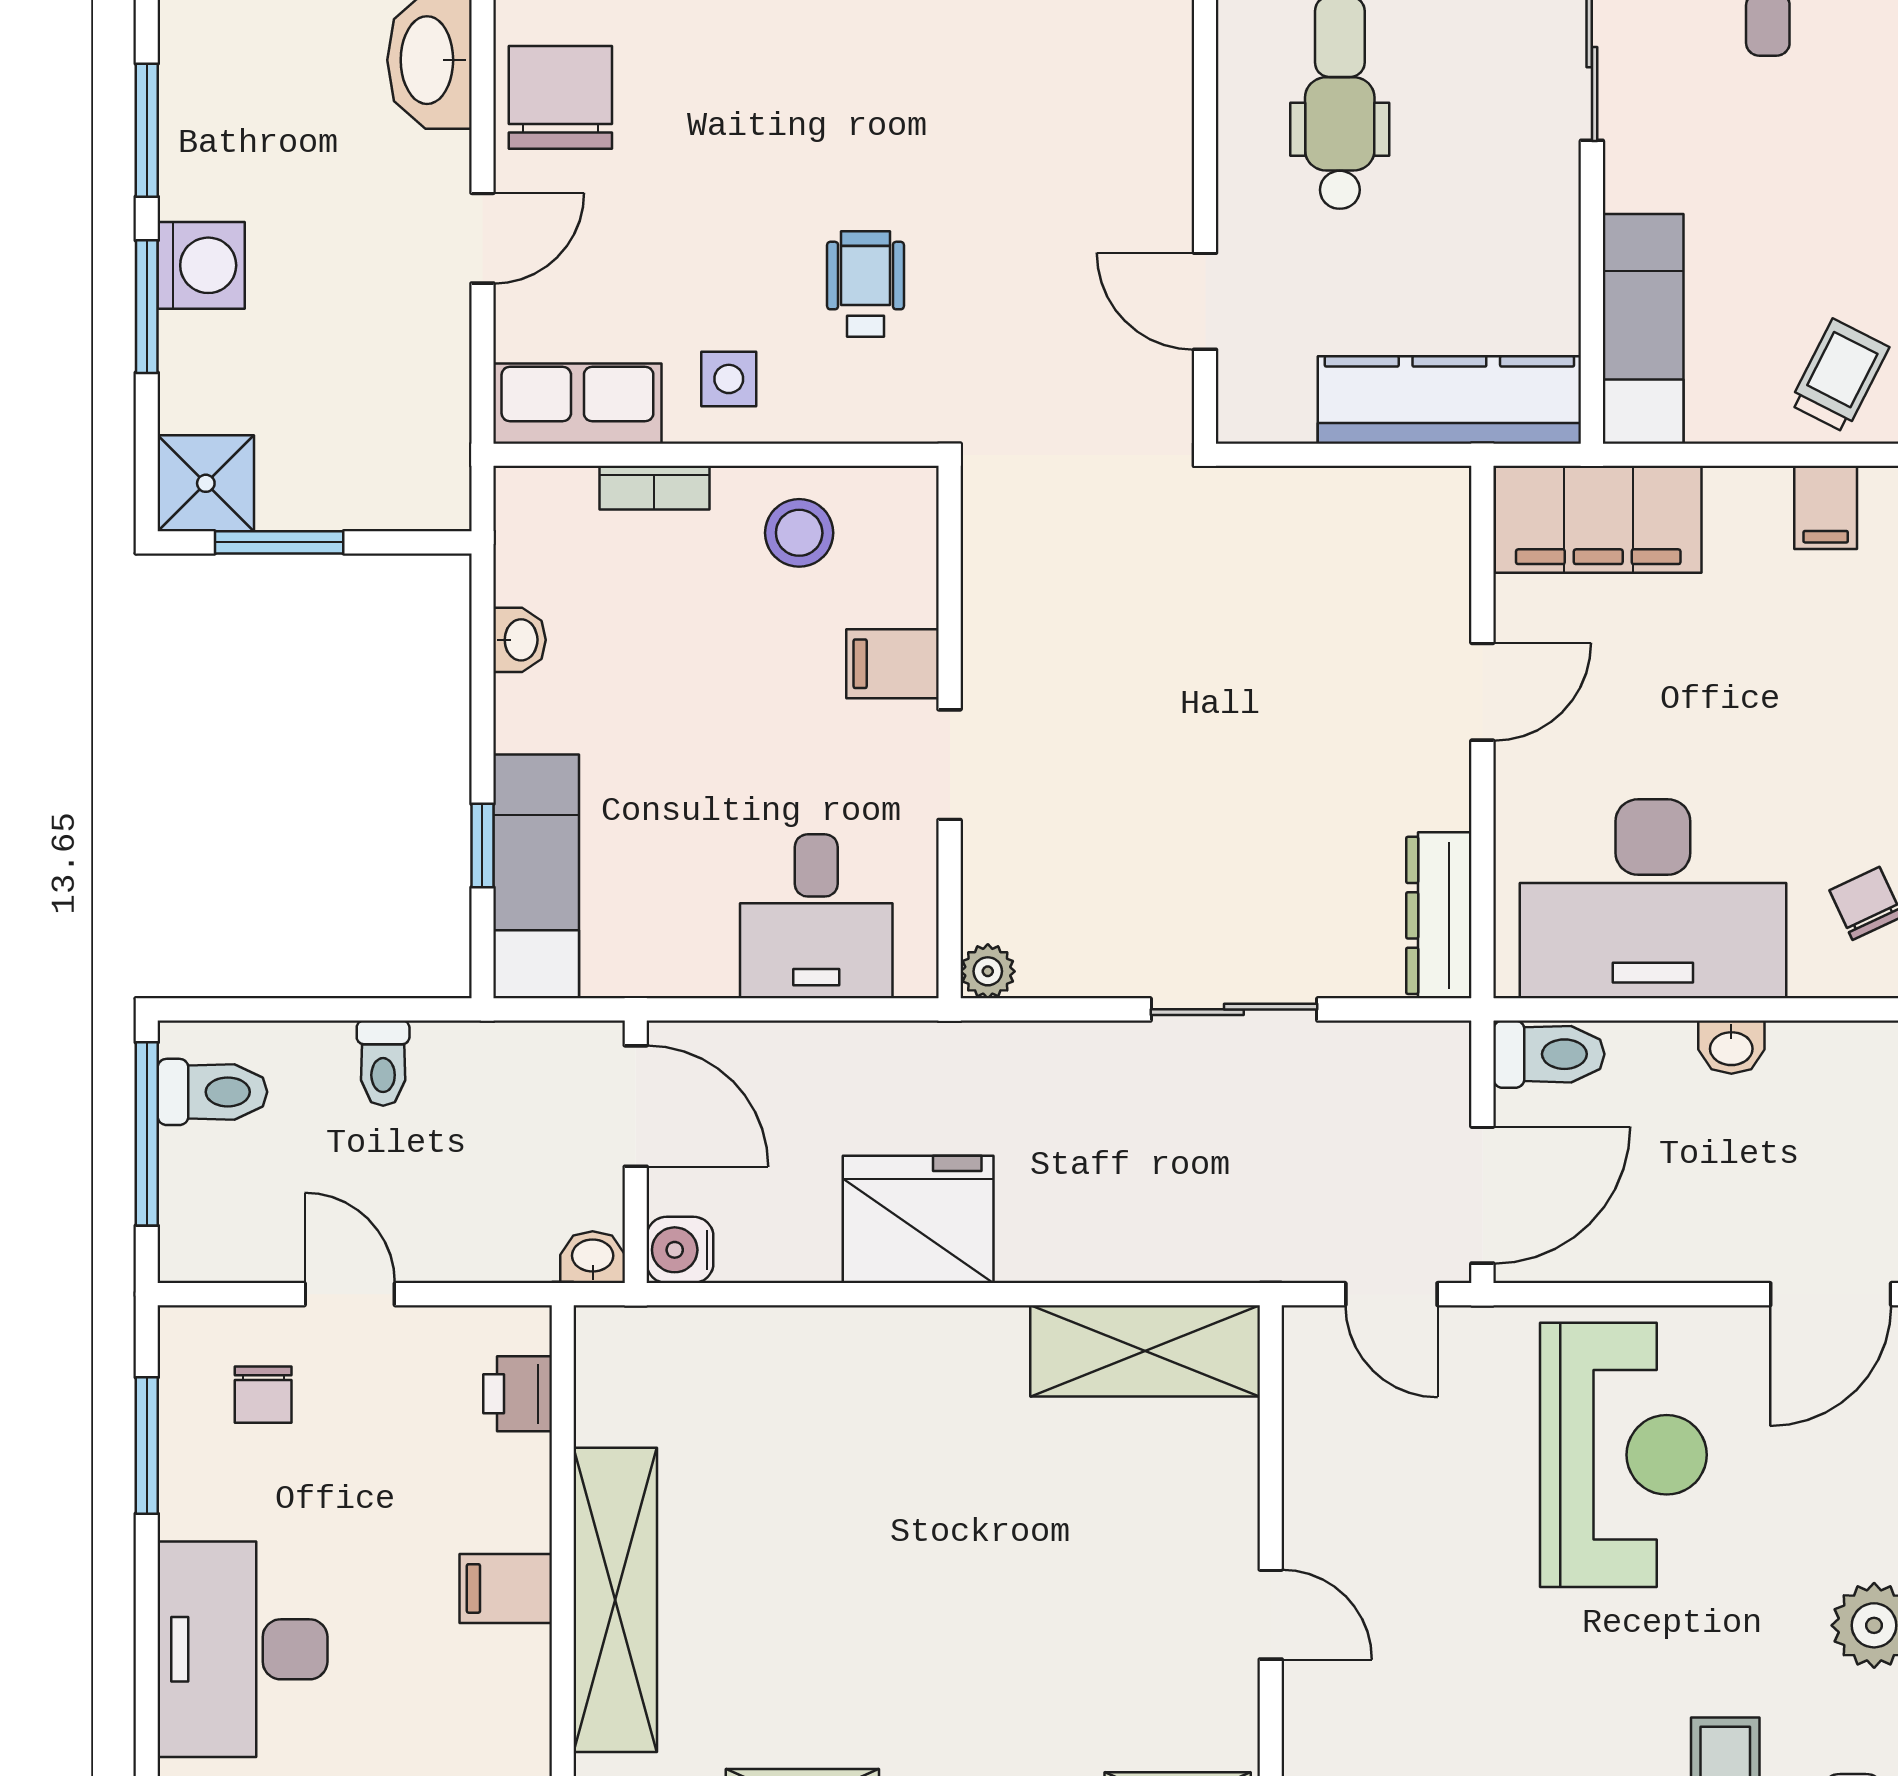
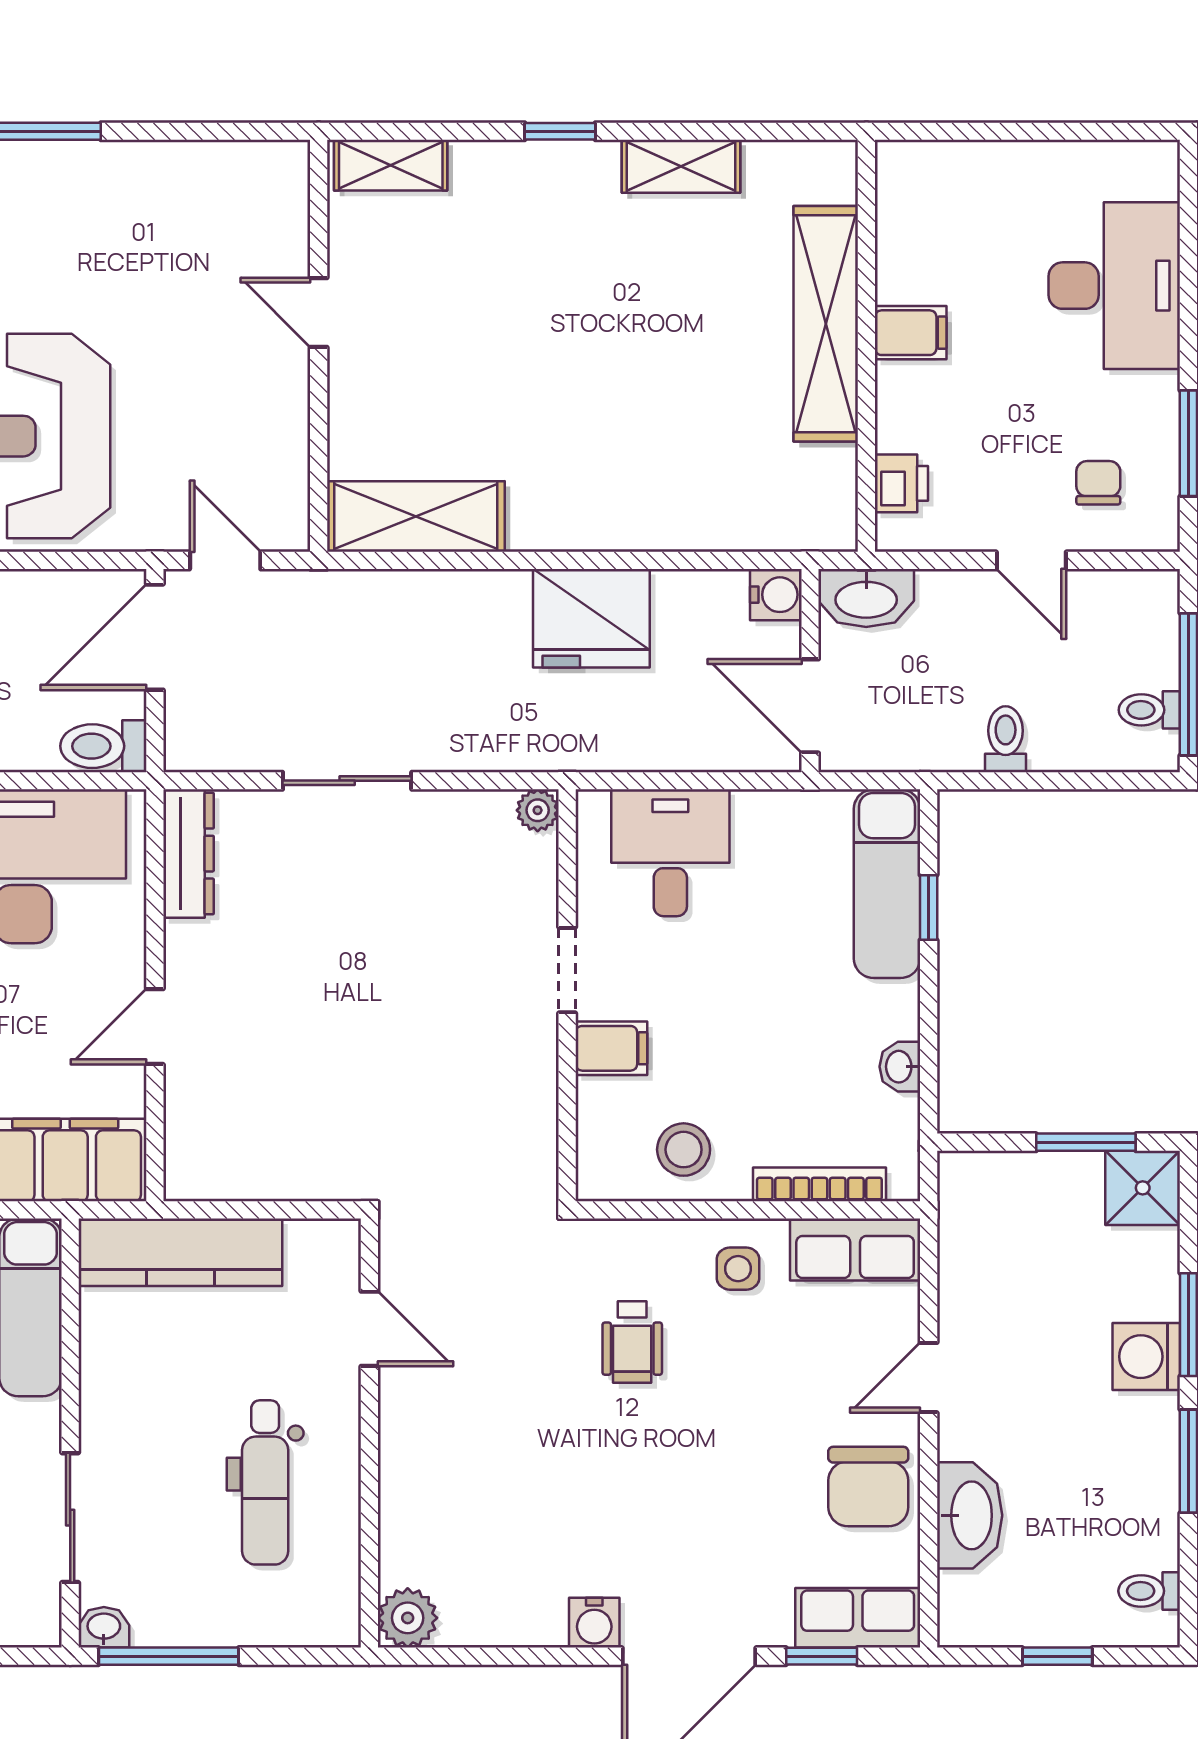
bookcase: (654, 488) -> (819, 1184), width x1.56
toilet: (212, 1092) -> (1149, 710), width x0.73, depth x0.72
washbasin: (593, 1257) -> (866, 598), width x1.91, depth x1.45

